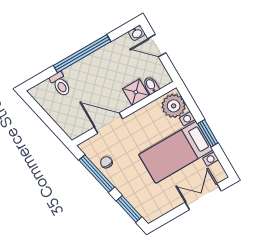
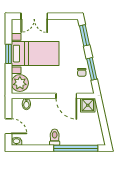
window: (82, 54) -> (76, 148), moved
toilet: (60, 84) -> (55, 137), moved
shower: (136, 92) -> (88, 105), moved
window: (97, 174) -> (92, 69), width x0.69

